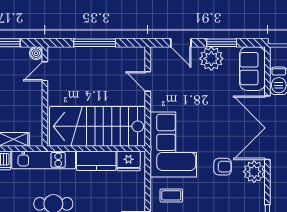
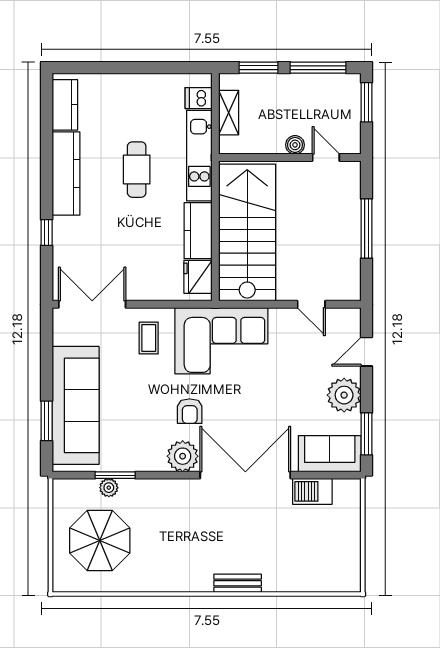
window: (222, 43) -> (367, 434), moved
boiler: (36, 53) -> (295, 145), moved
door: (148, 82) -> (311, 304), swing flipped

